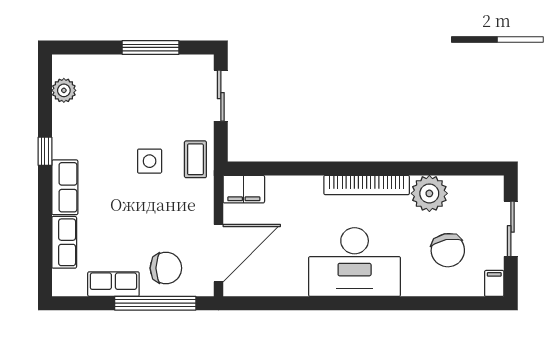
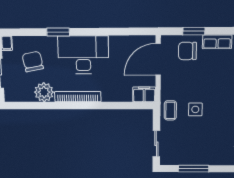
window: (155, 303) -> (194, 31), width x0.47
window: (399, 303) -> (58, 32), added

